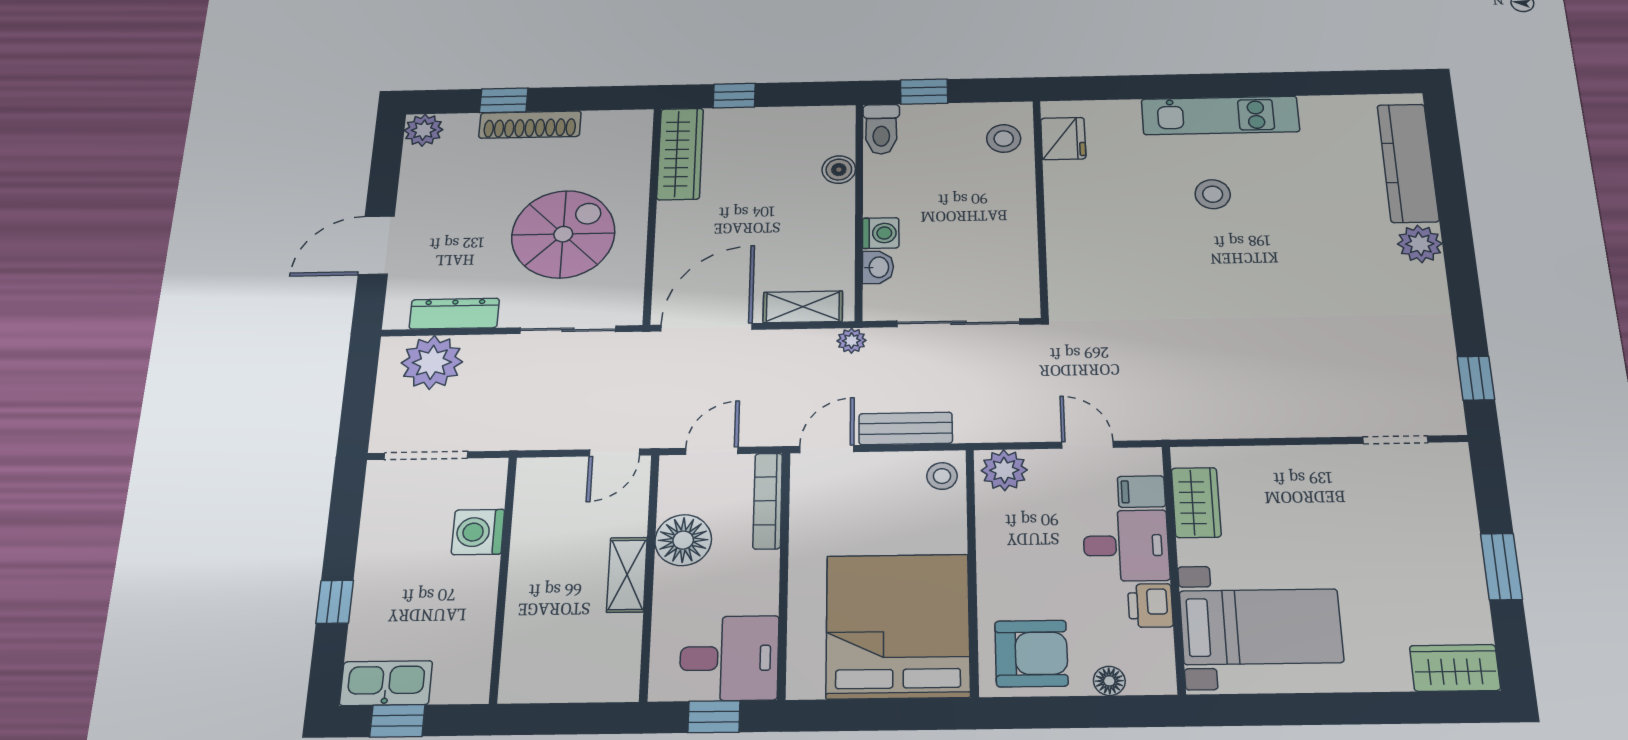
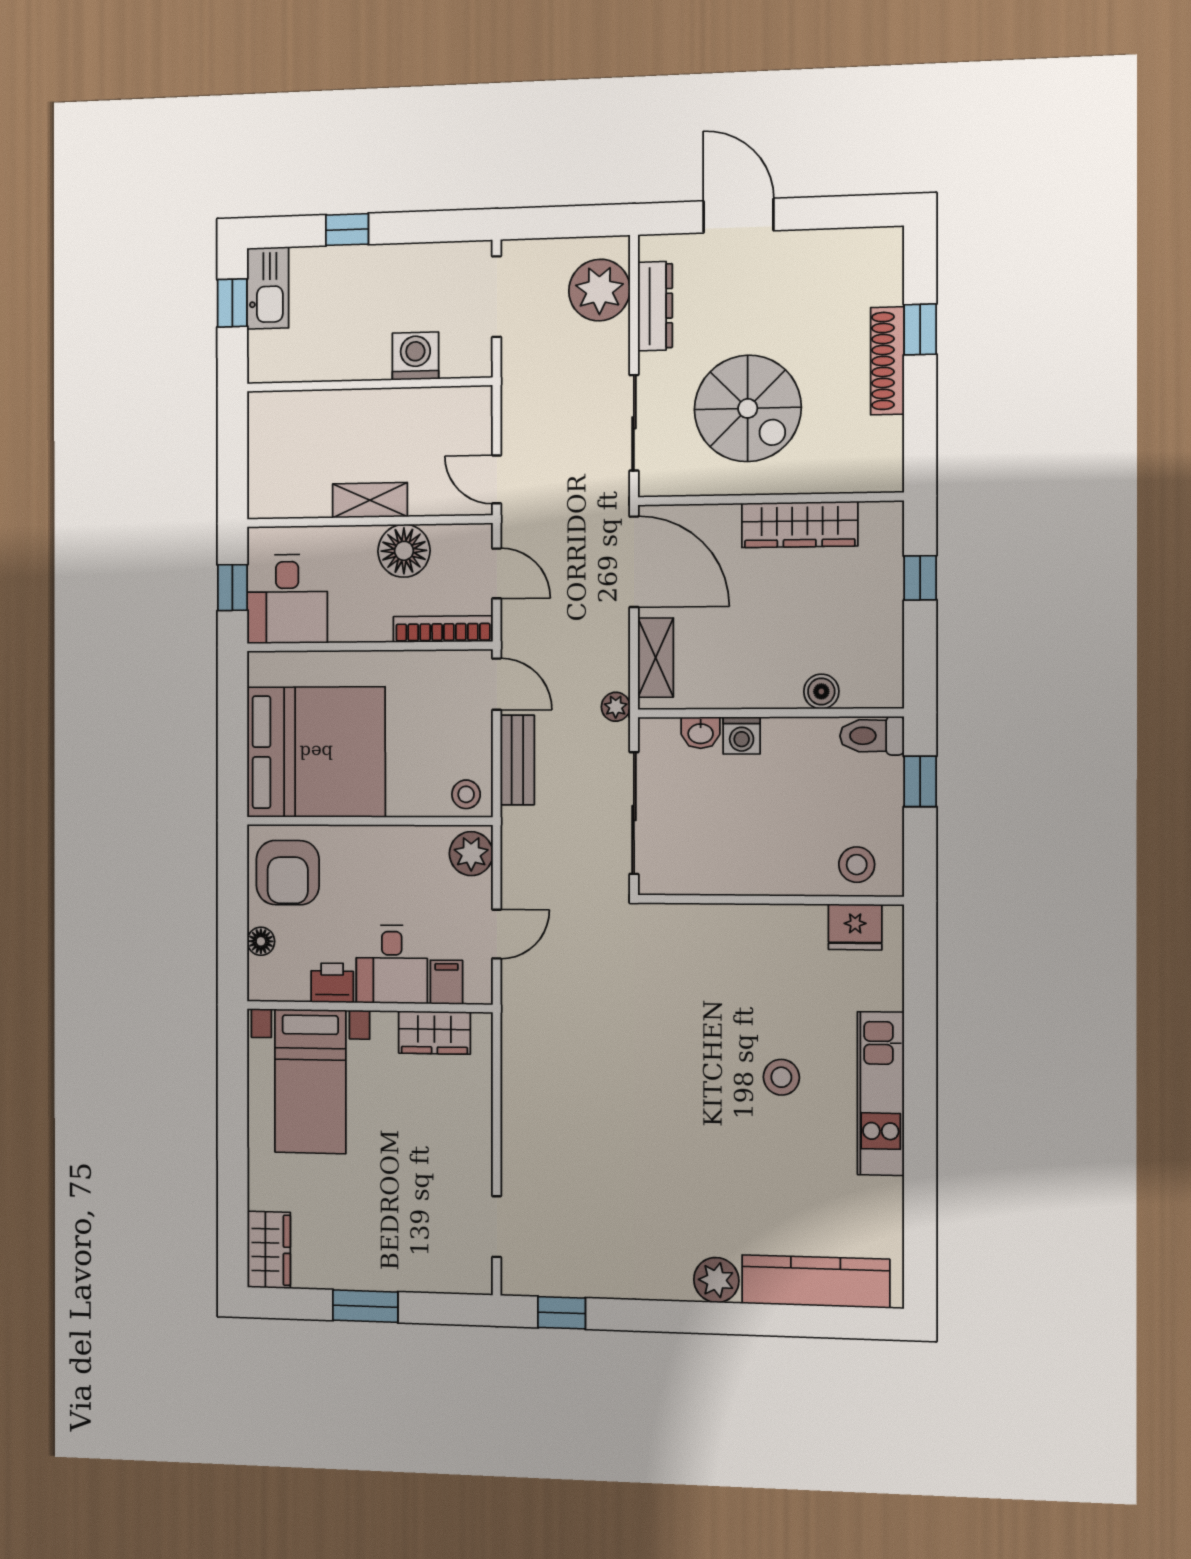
plant: (424, 130) -> (883, 247), removed
wardrobe: (680, 154) -> (800, 525), moved

